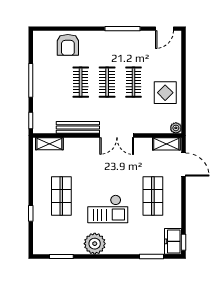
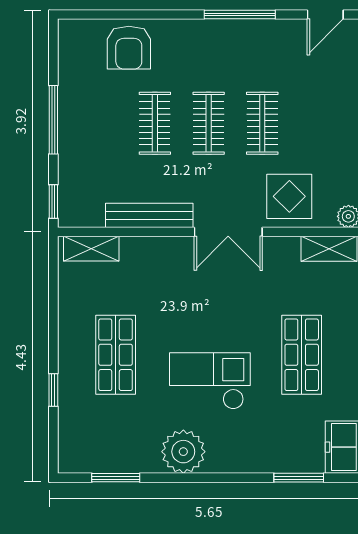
display table: (165, 93) -> (289, 196), moved
checkout: (108, 209) -> (210, 381), turned 180

